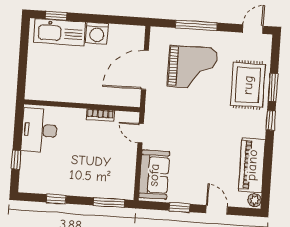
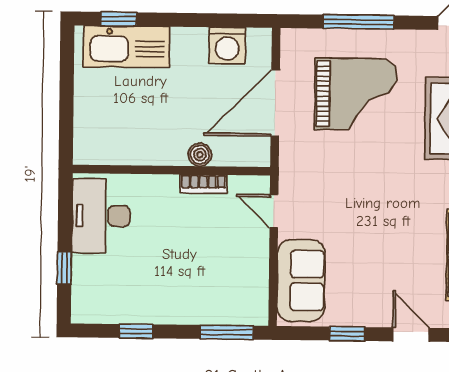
washing machine: (97, 33) -> (227, 46), moved
boiler: (99, 98) -> (200, 155), added

